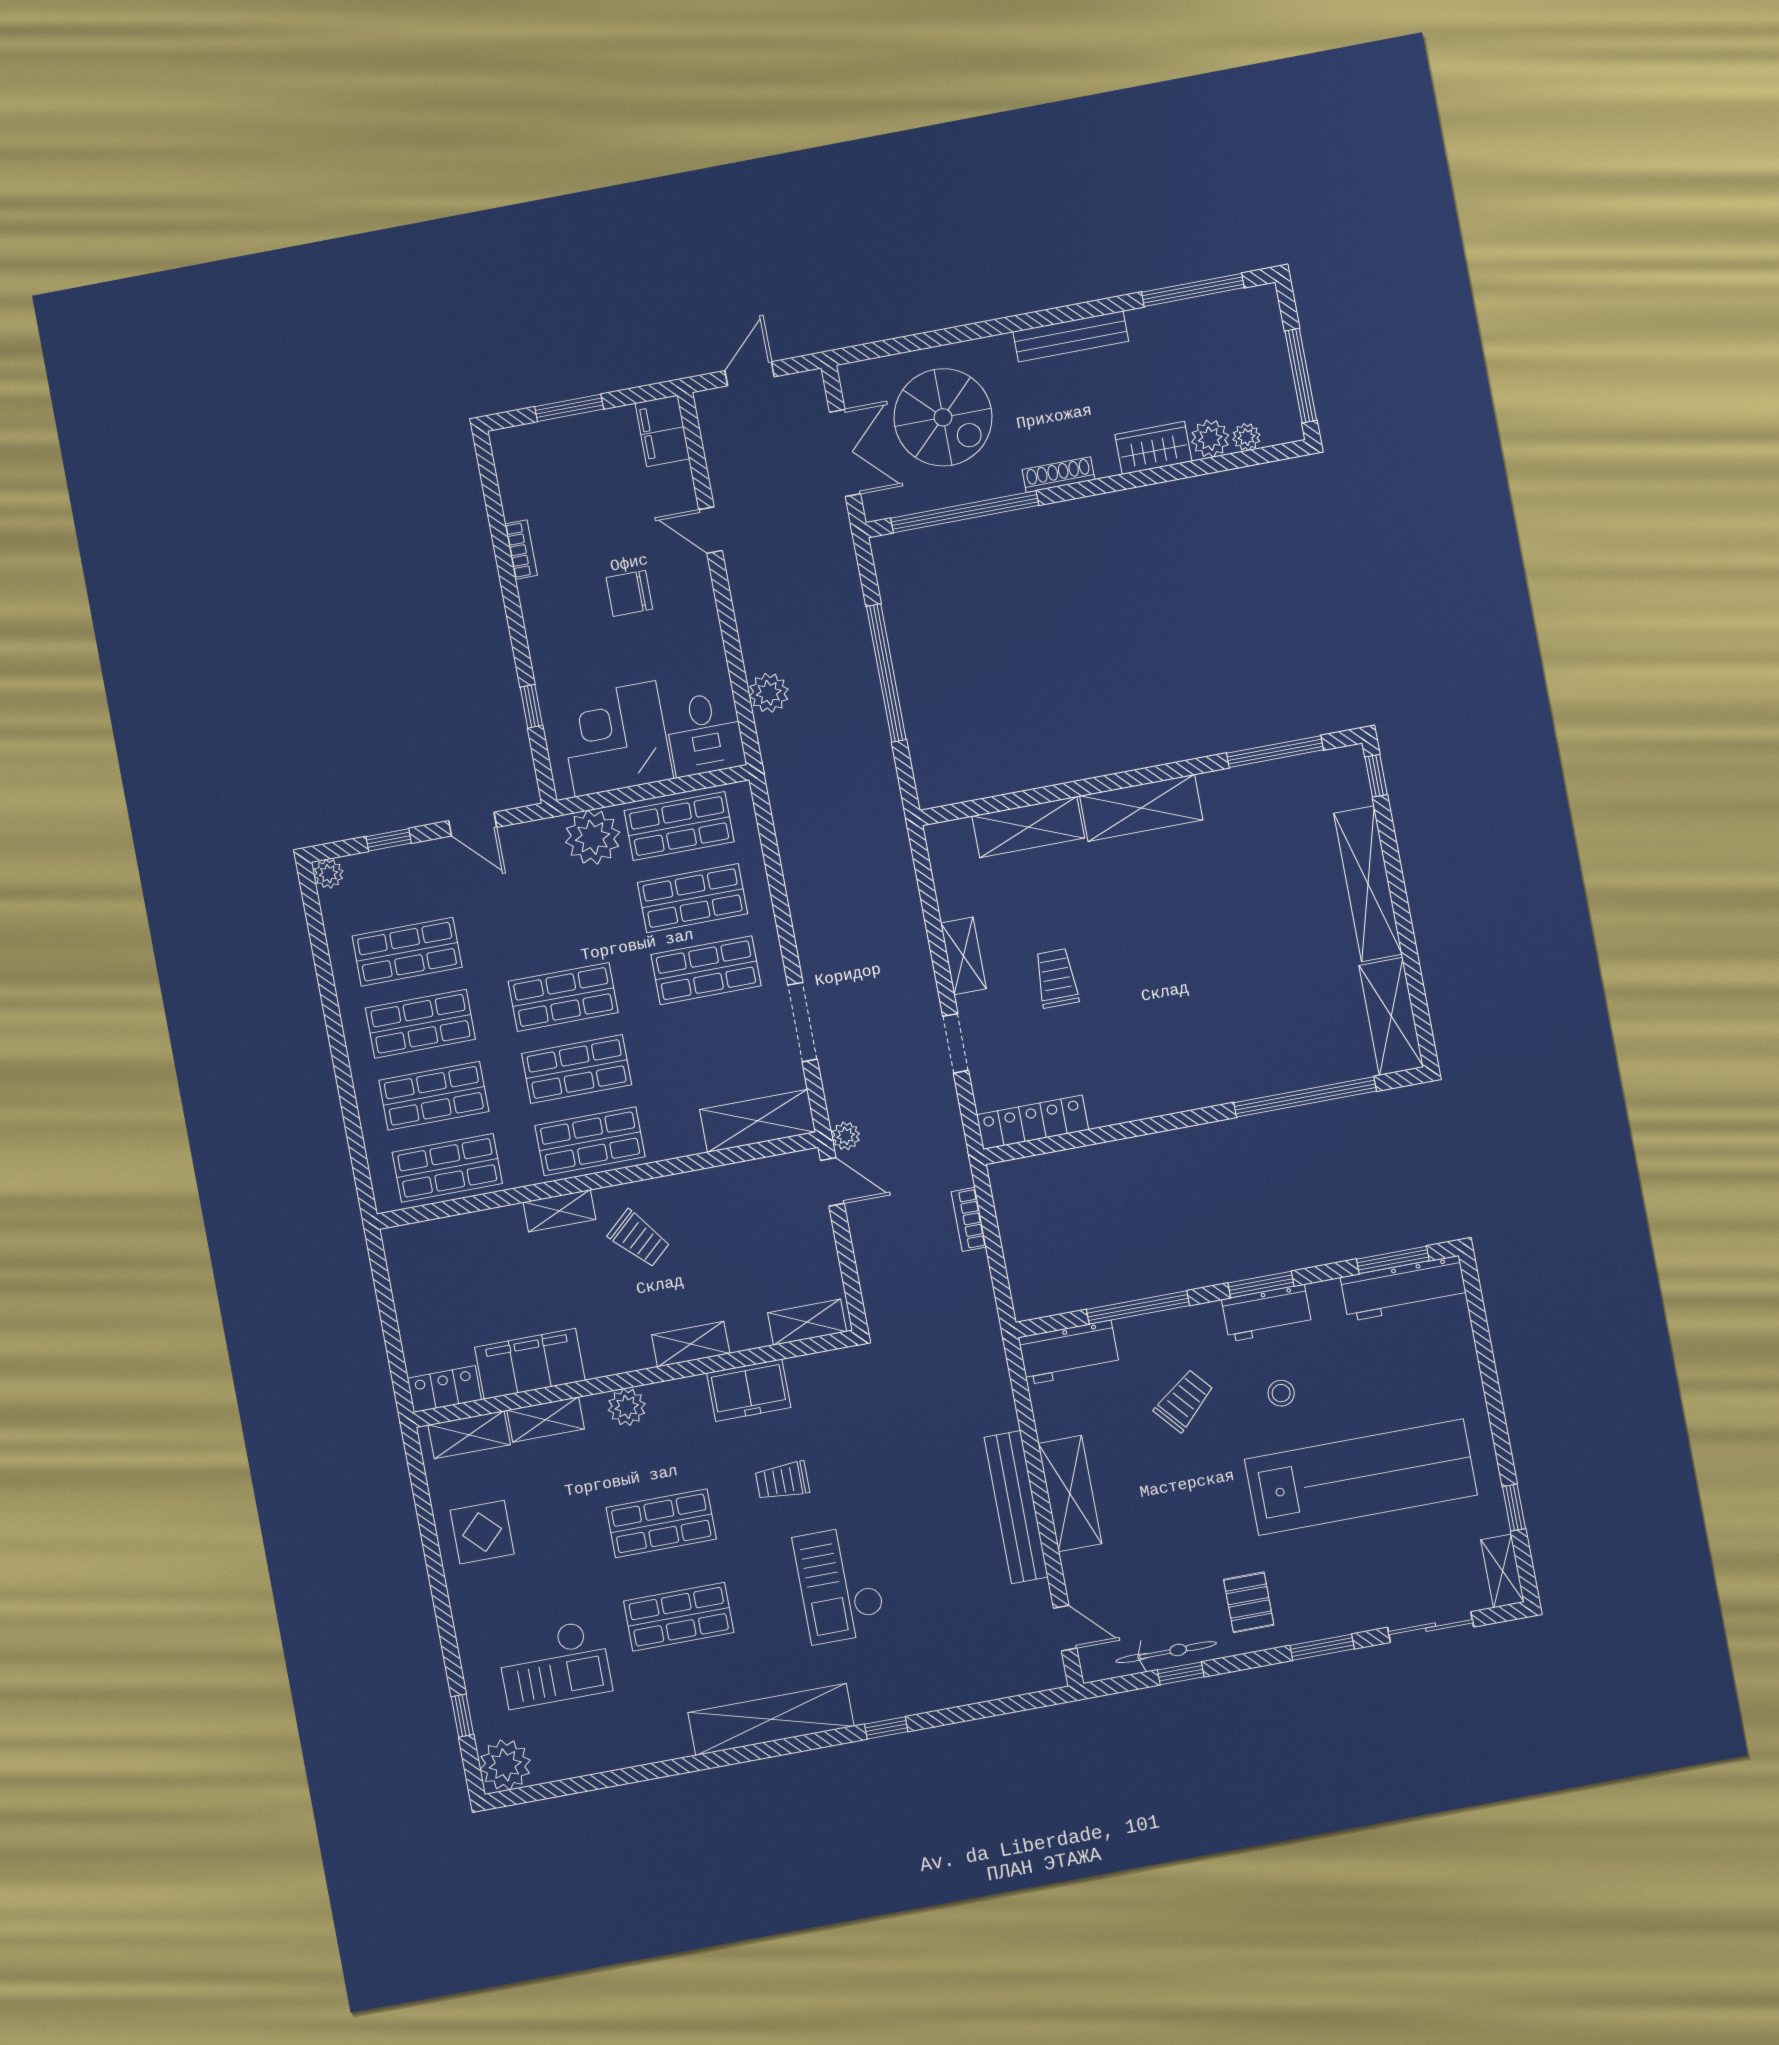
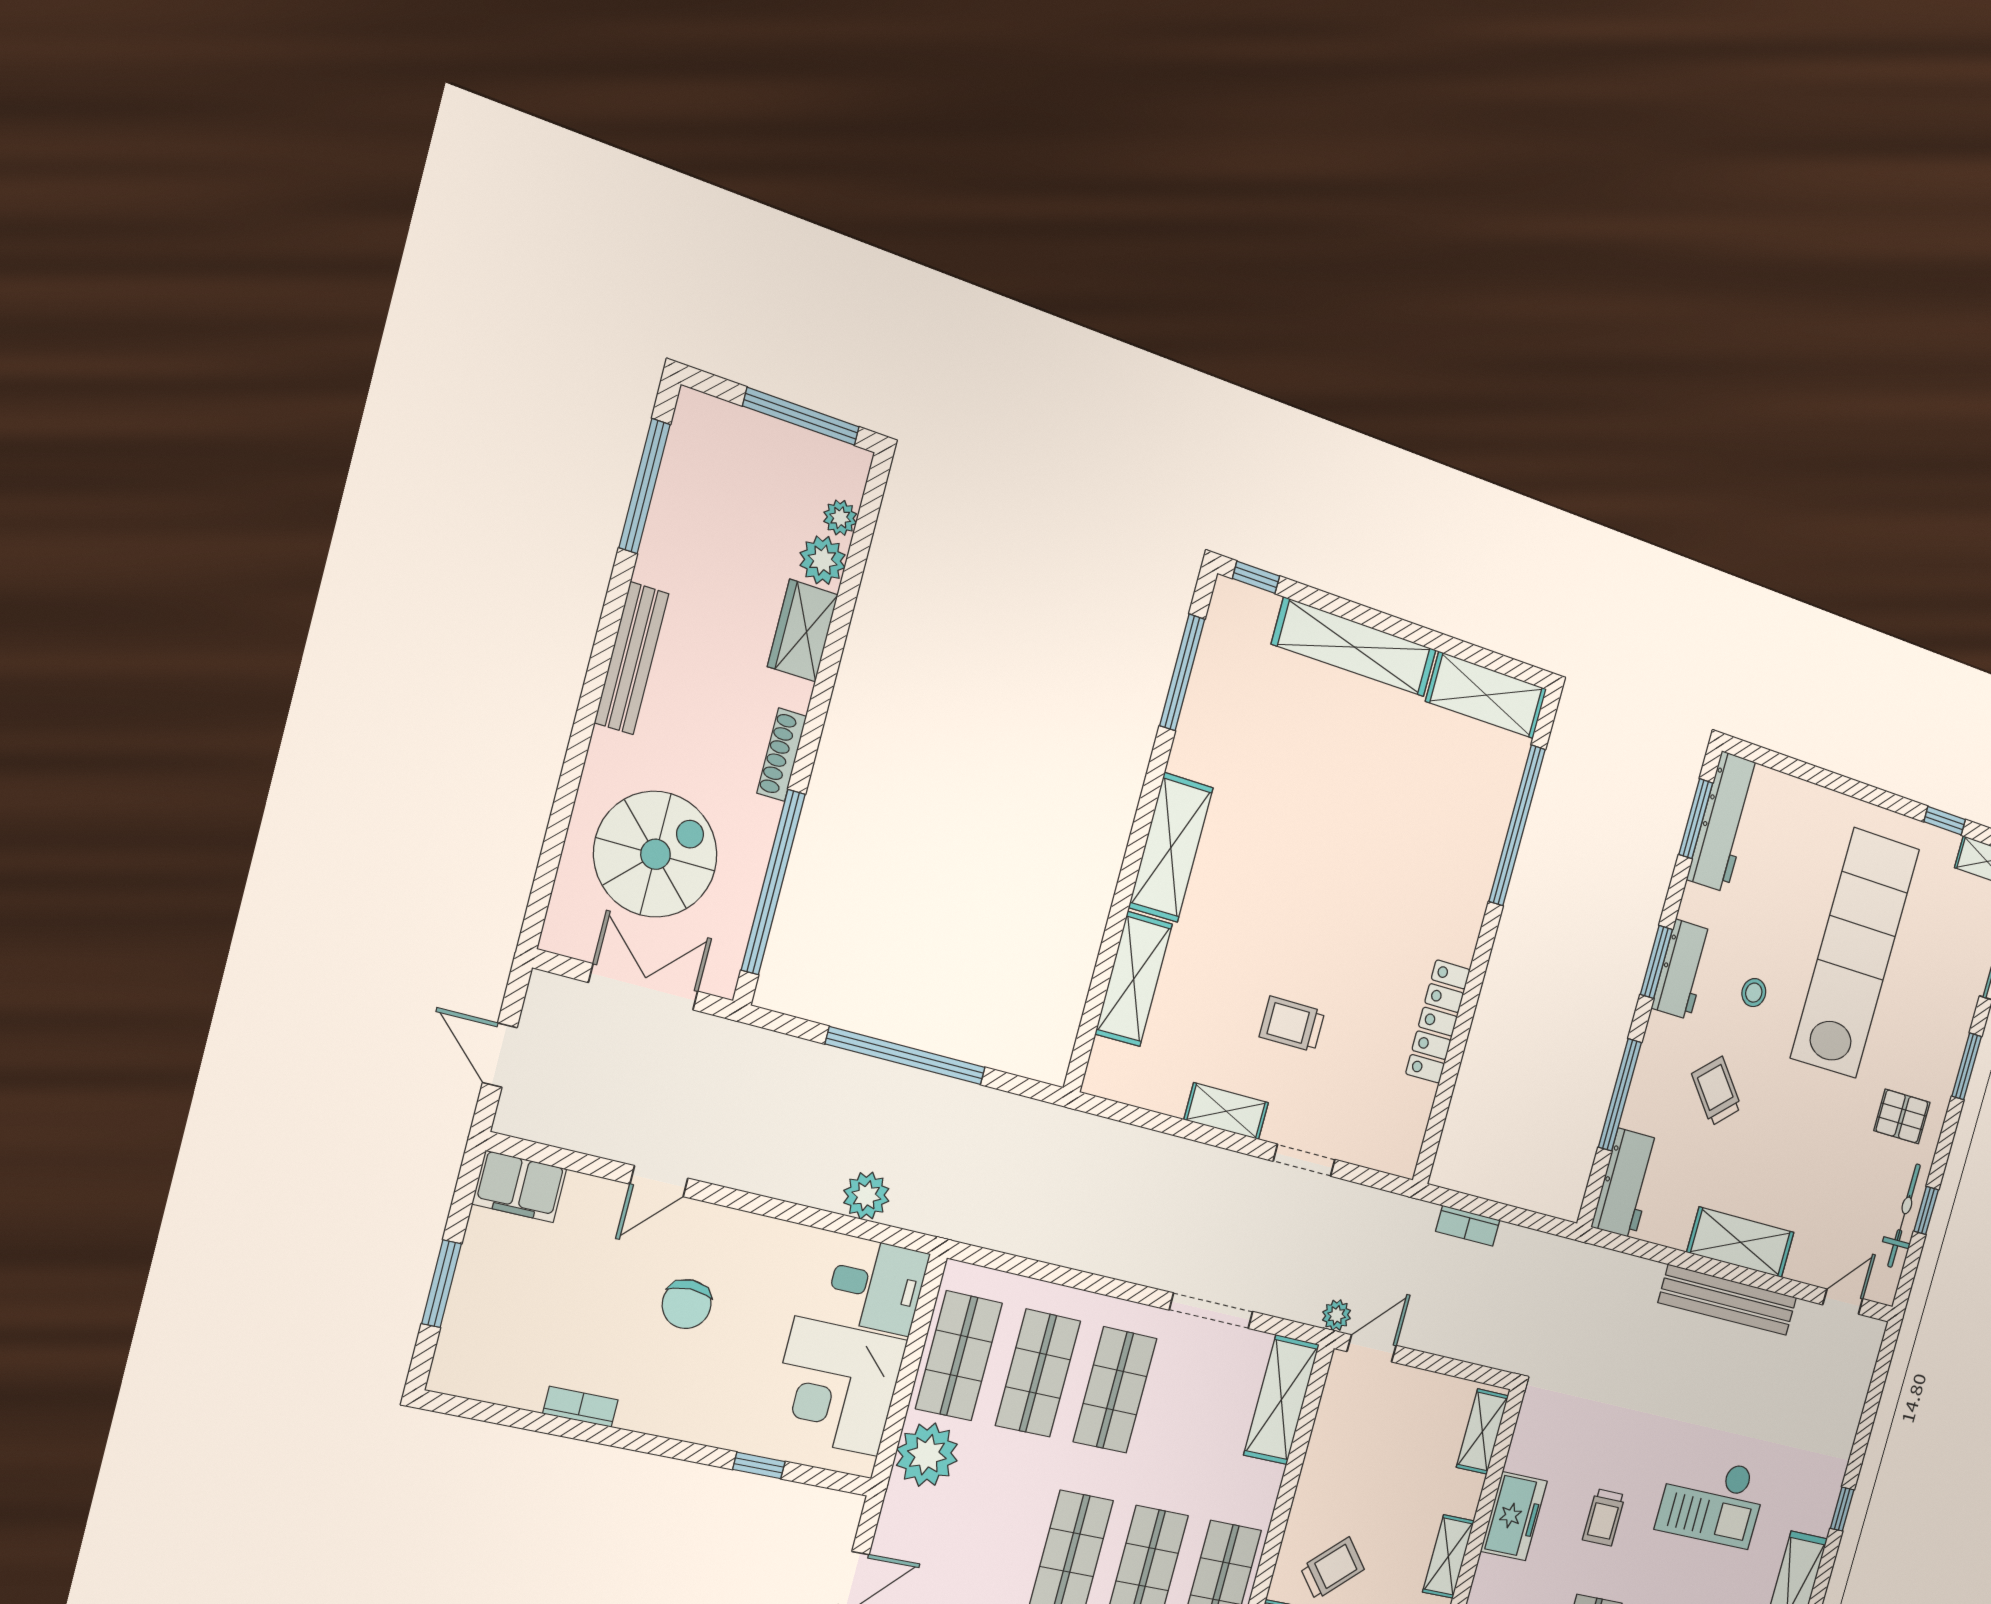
locker: (1033, 1122) -> (1438, 1022), moved

